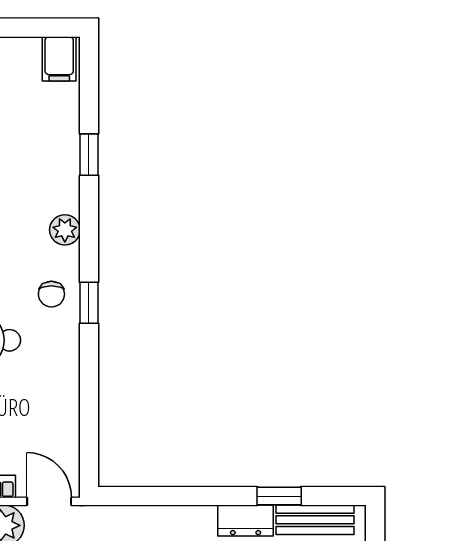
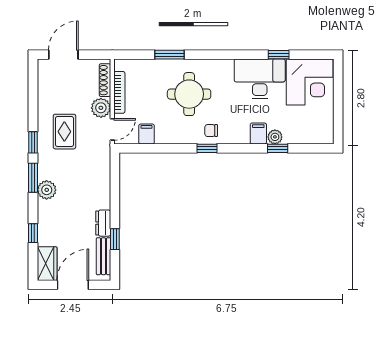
filing cabinet: (59, 59) -> (258, 134), moved, turned 90
plant: (65, 230) -> (275, 137), moved
filing cabinet: (59, 430) -> (147, 134), added

